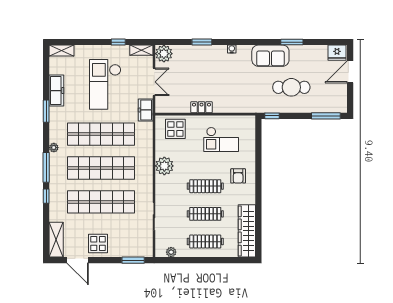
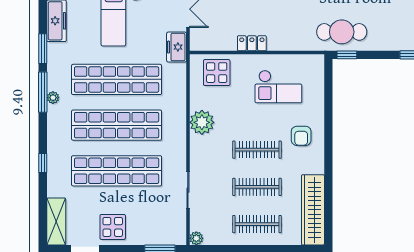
cafe table: (291, 87) -> (342, 32), moved
window: (46, 167) -> (43, 92), moved
plant: (171, 252) -> (196, 238), moved

